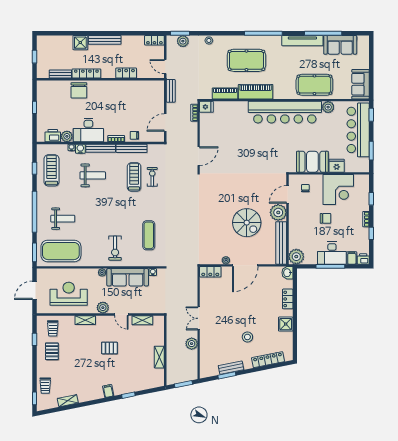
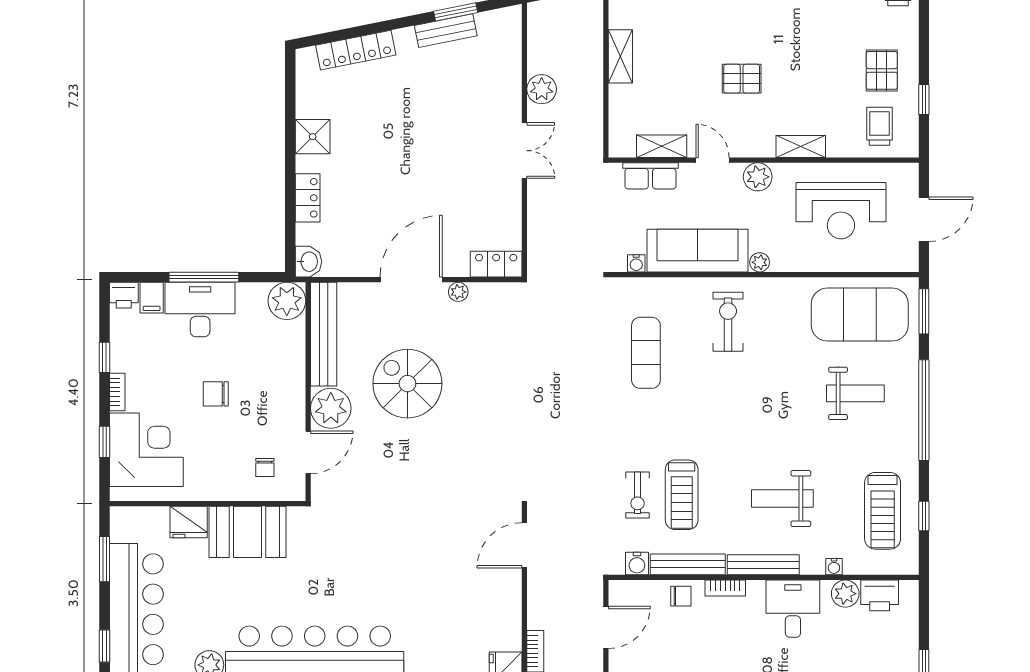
desk: (88, 130) -> (793, 609), width x0.73
water cooler: (80, 149) -> (637, 563), moved
corner desk: (338, 190) -> (146, 450), moved, turned 90
weight bench: (63, 219) -> (855, 393), turned 180
row of seats: (147, 308) -> (650, 176), added
stool: (247, 337) -> (406, 105), removed

